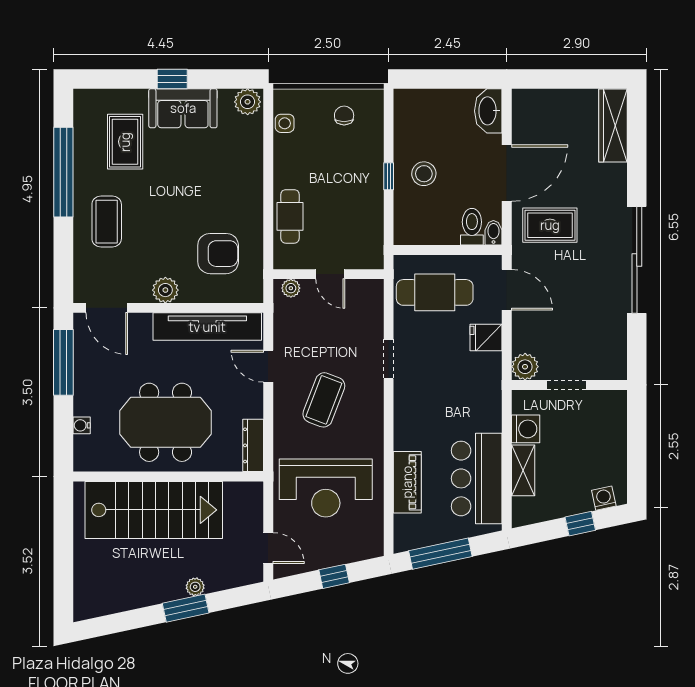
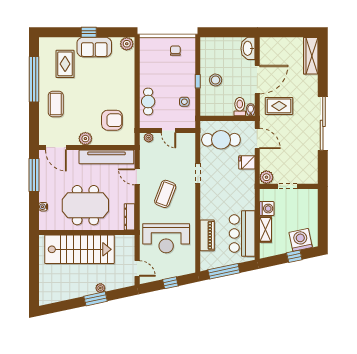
side table: (285, 123) -> (184, 102), moved
washing machine: (604, 498) -> (301, 240), width x1.89, depth x1.89

